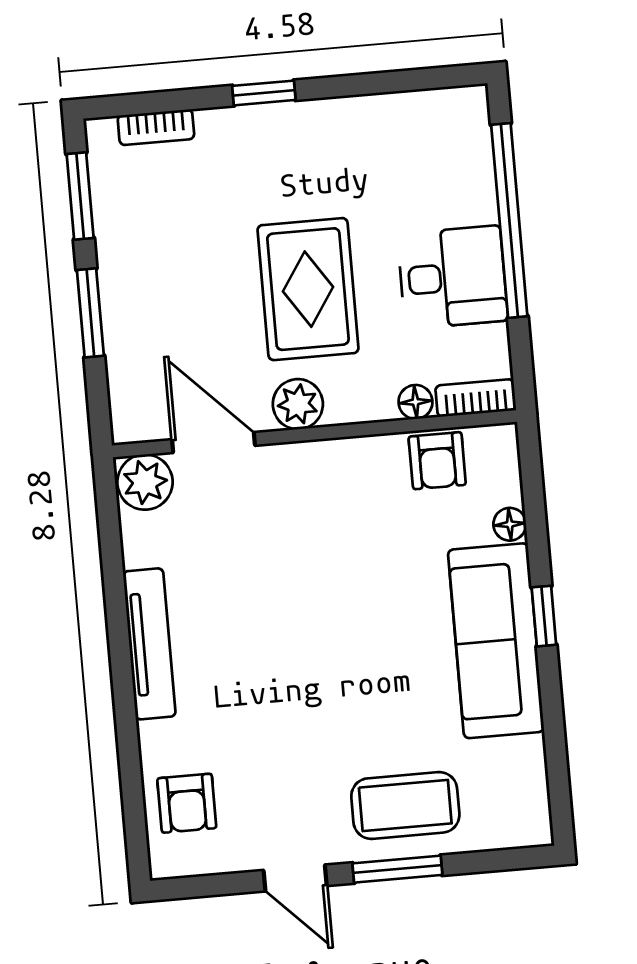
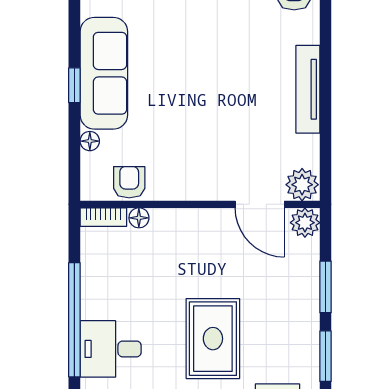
desk: (453, 277) -> (111, 349), moved
rug: (308, 289) -> (213, 339), moved
plant: (298, 404) -> (305, 223), moved

